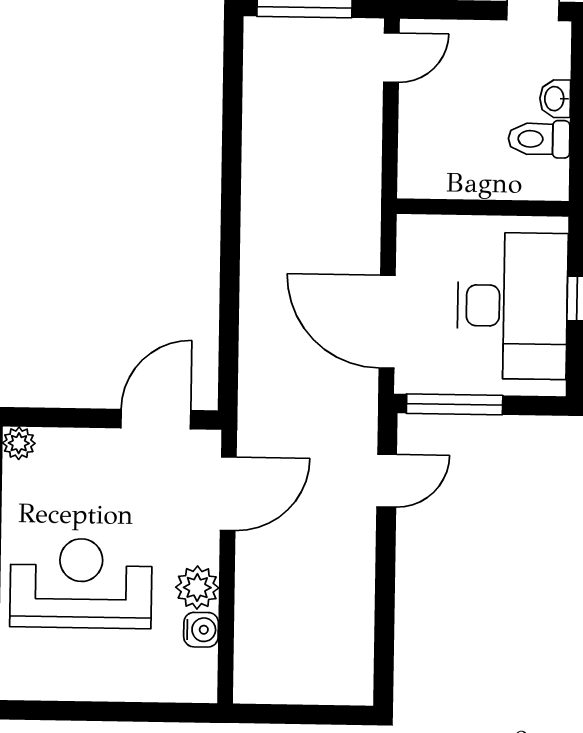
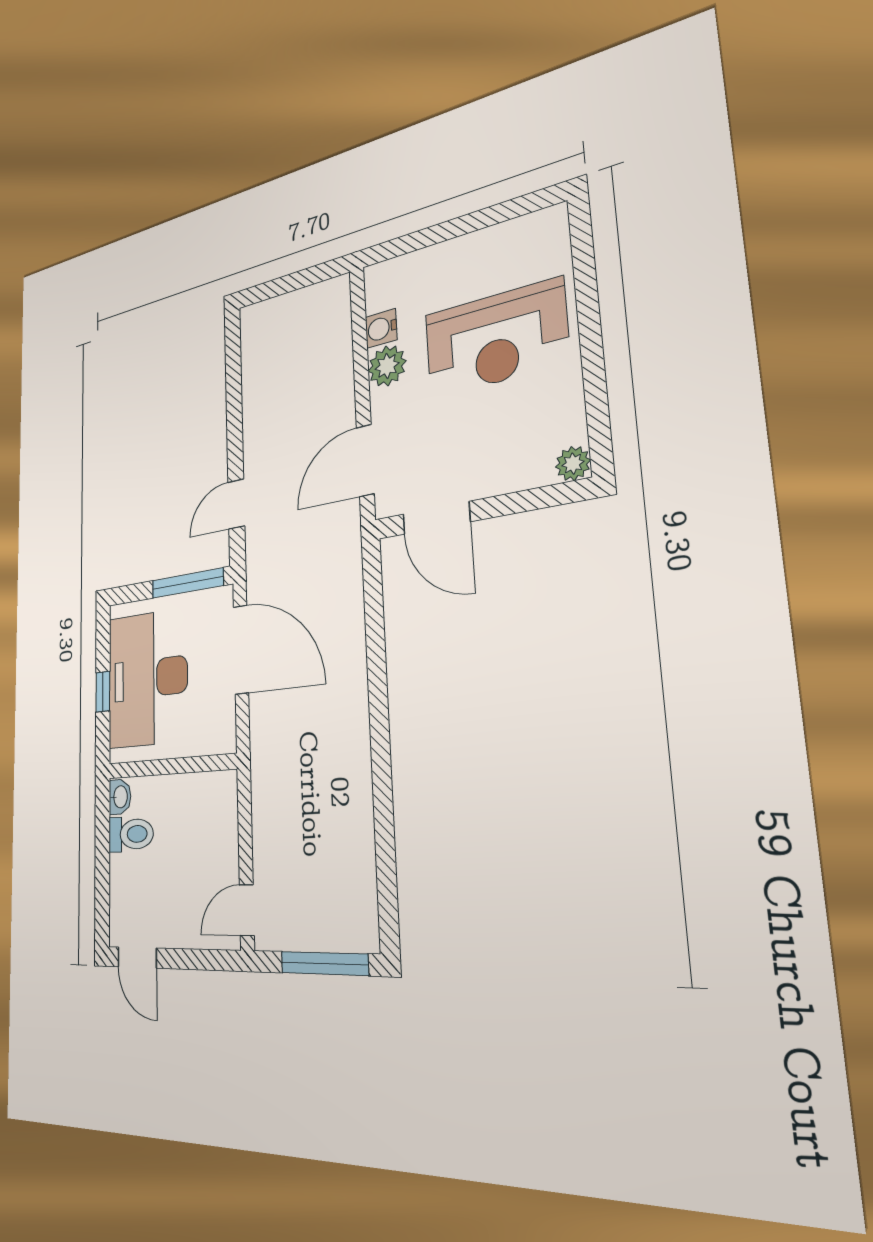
washbasin: (555, 99) -> (120, 797), moved
door: (156, 419) -> (436, 518), hinge flipped

